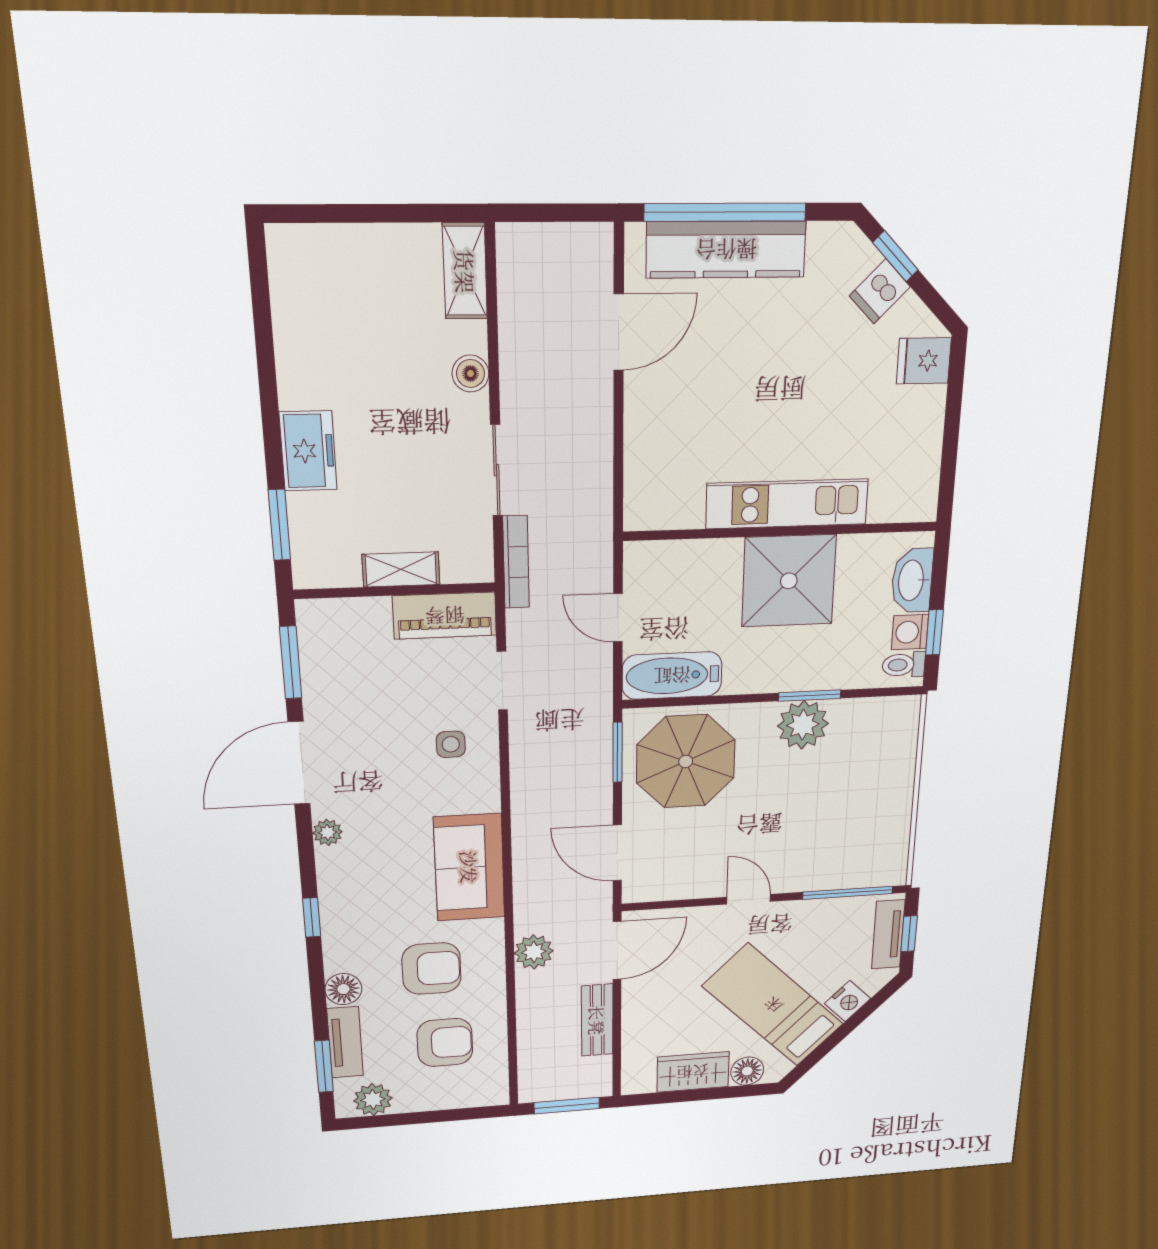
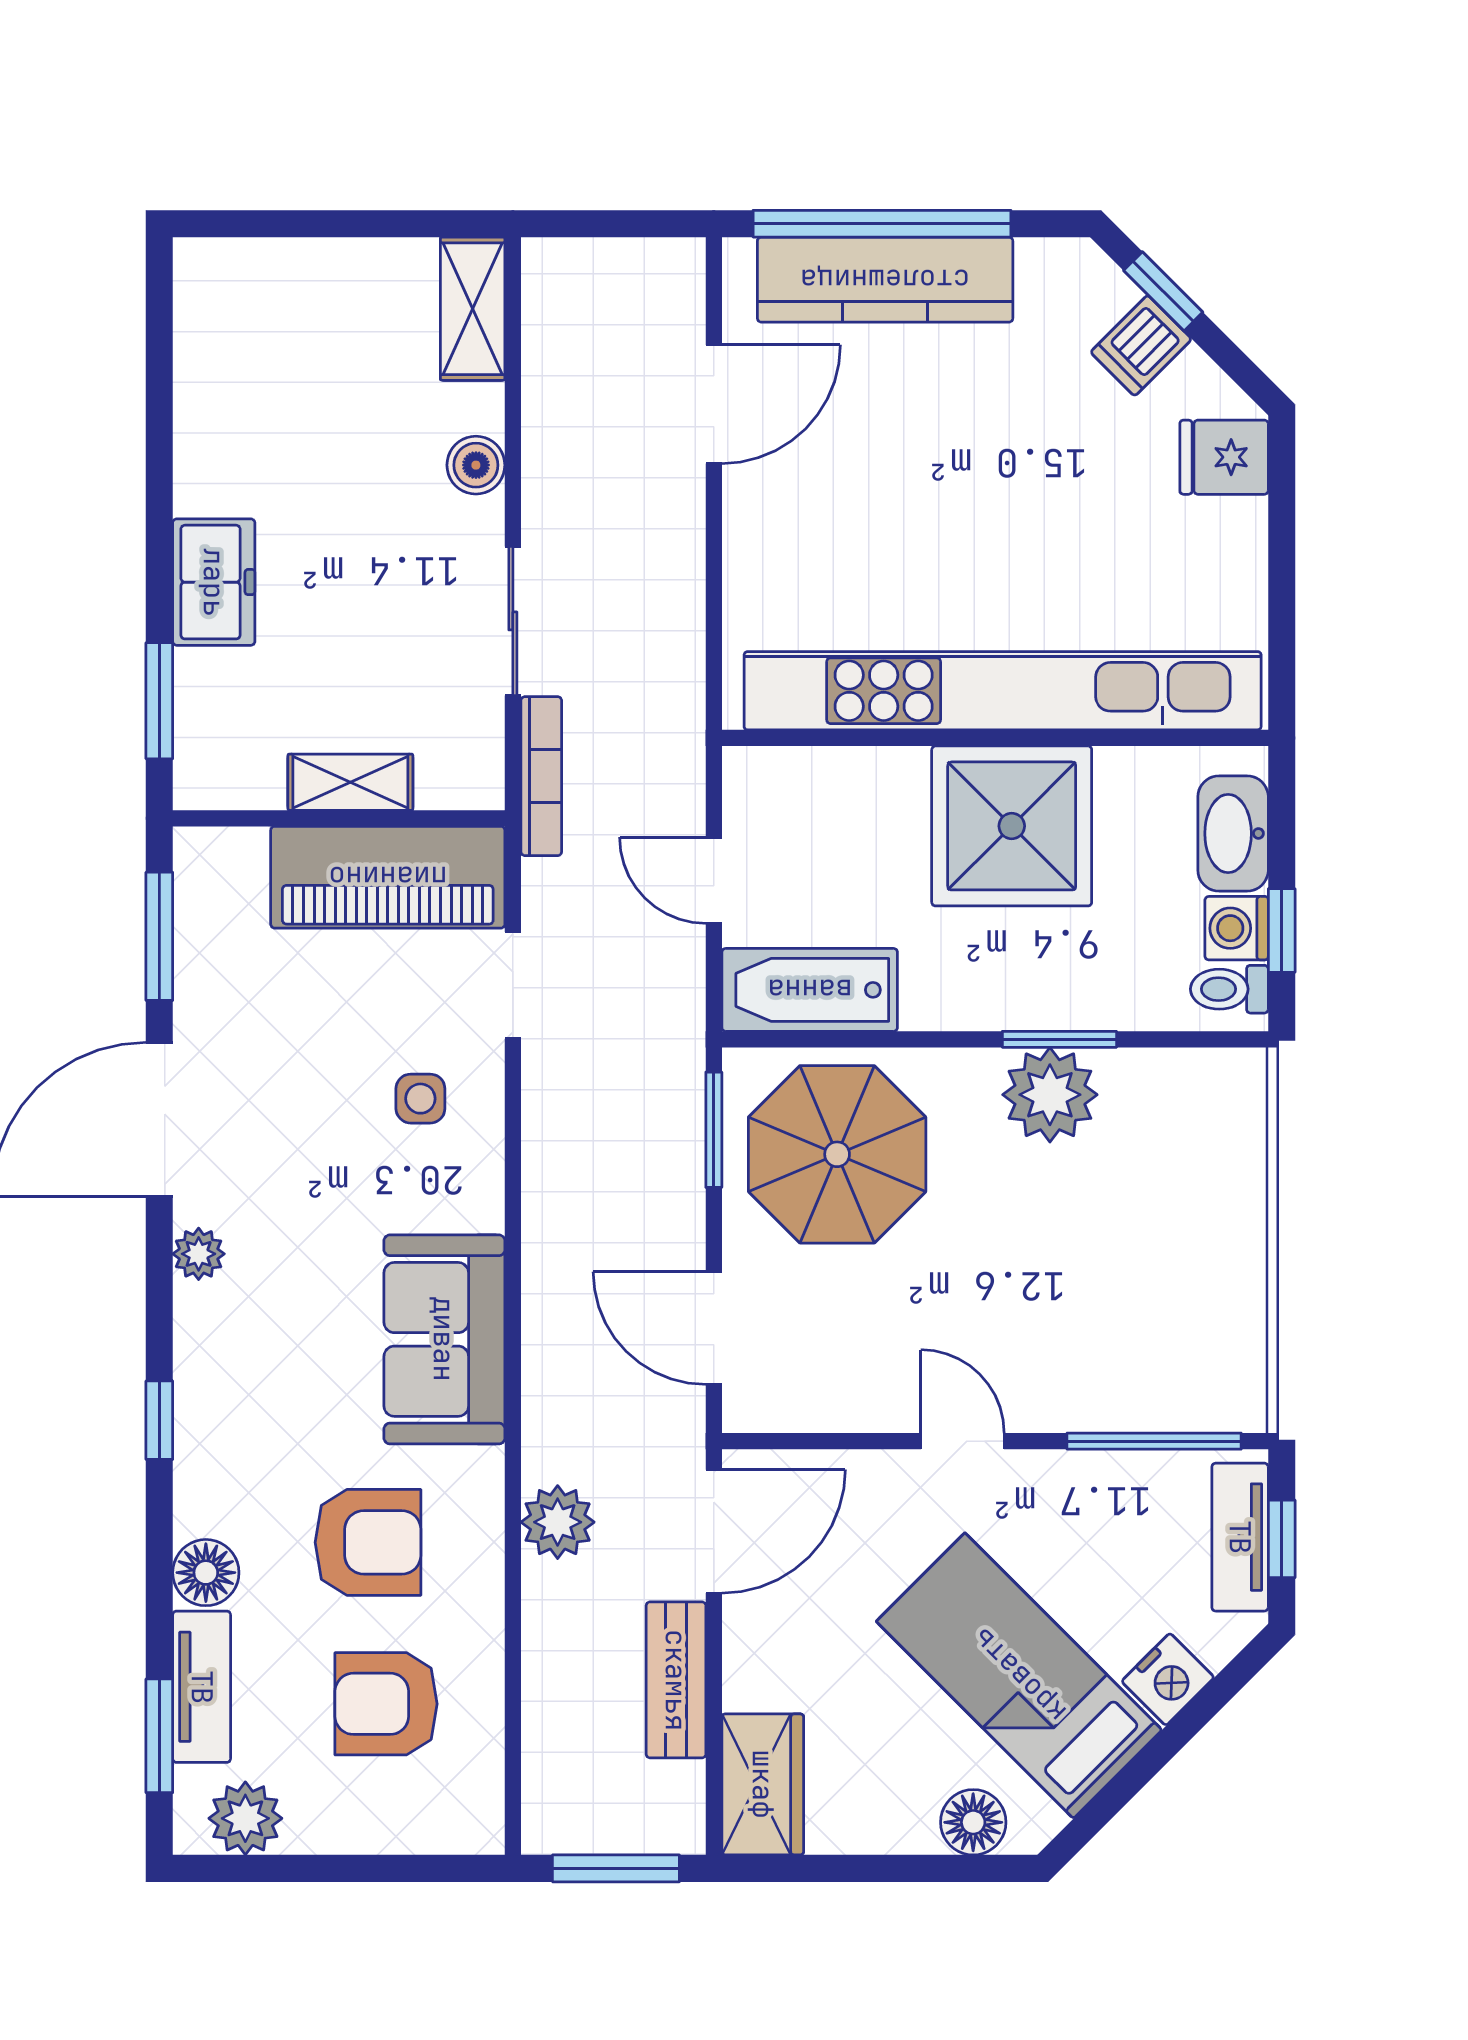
kitchen unit: (787, 504) -> (1003, 691), width x1.86
piano: (445, 616) -> (388, 877), width x1.37, depth x1.33
armchair: (445, 1042) -> (386, 1704), turned 180
wardrobe: (693, 1072) -> (763, 1784), moved, turned 90

